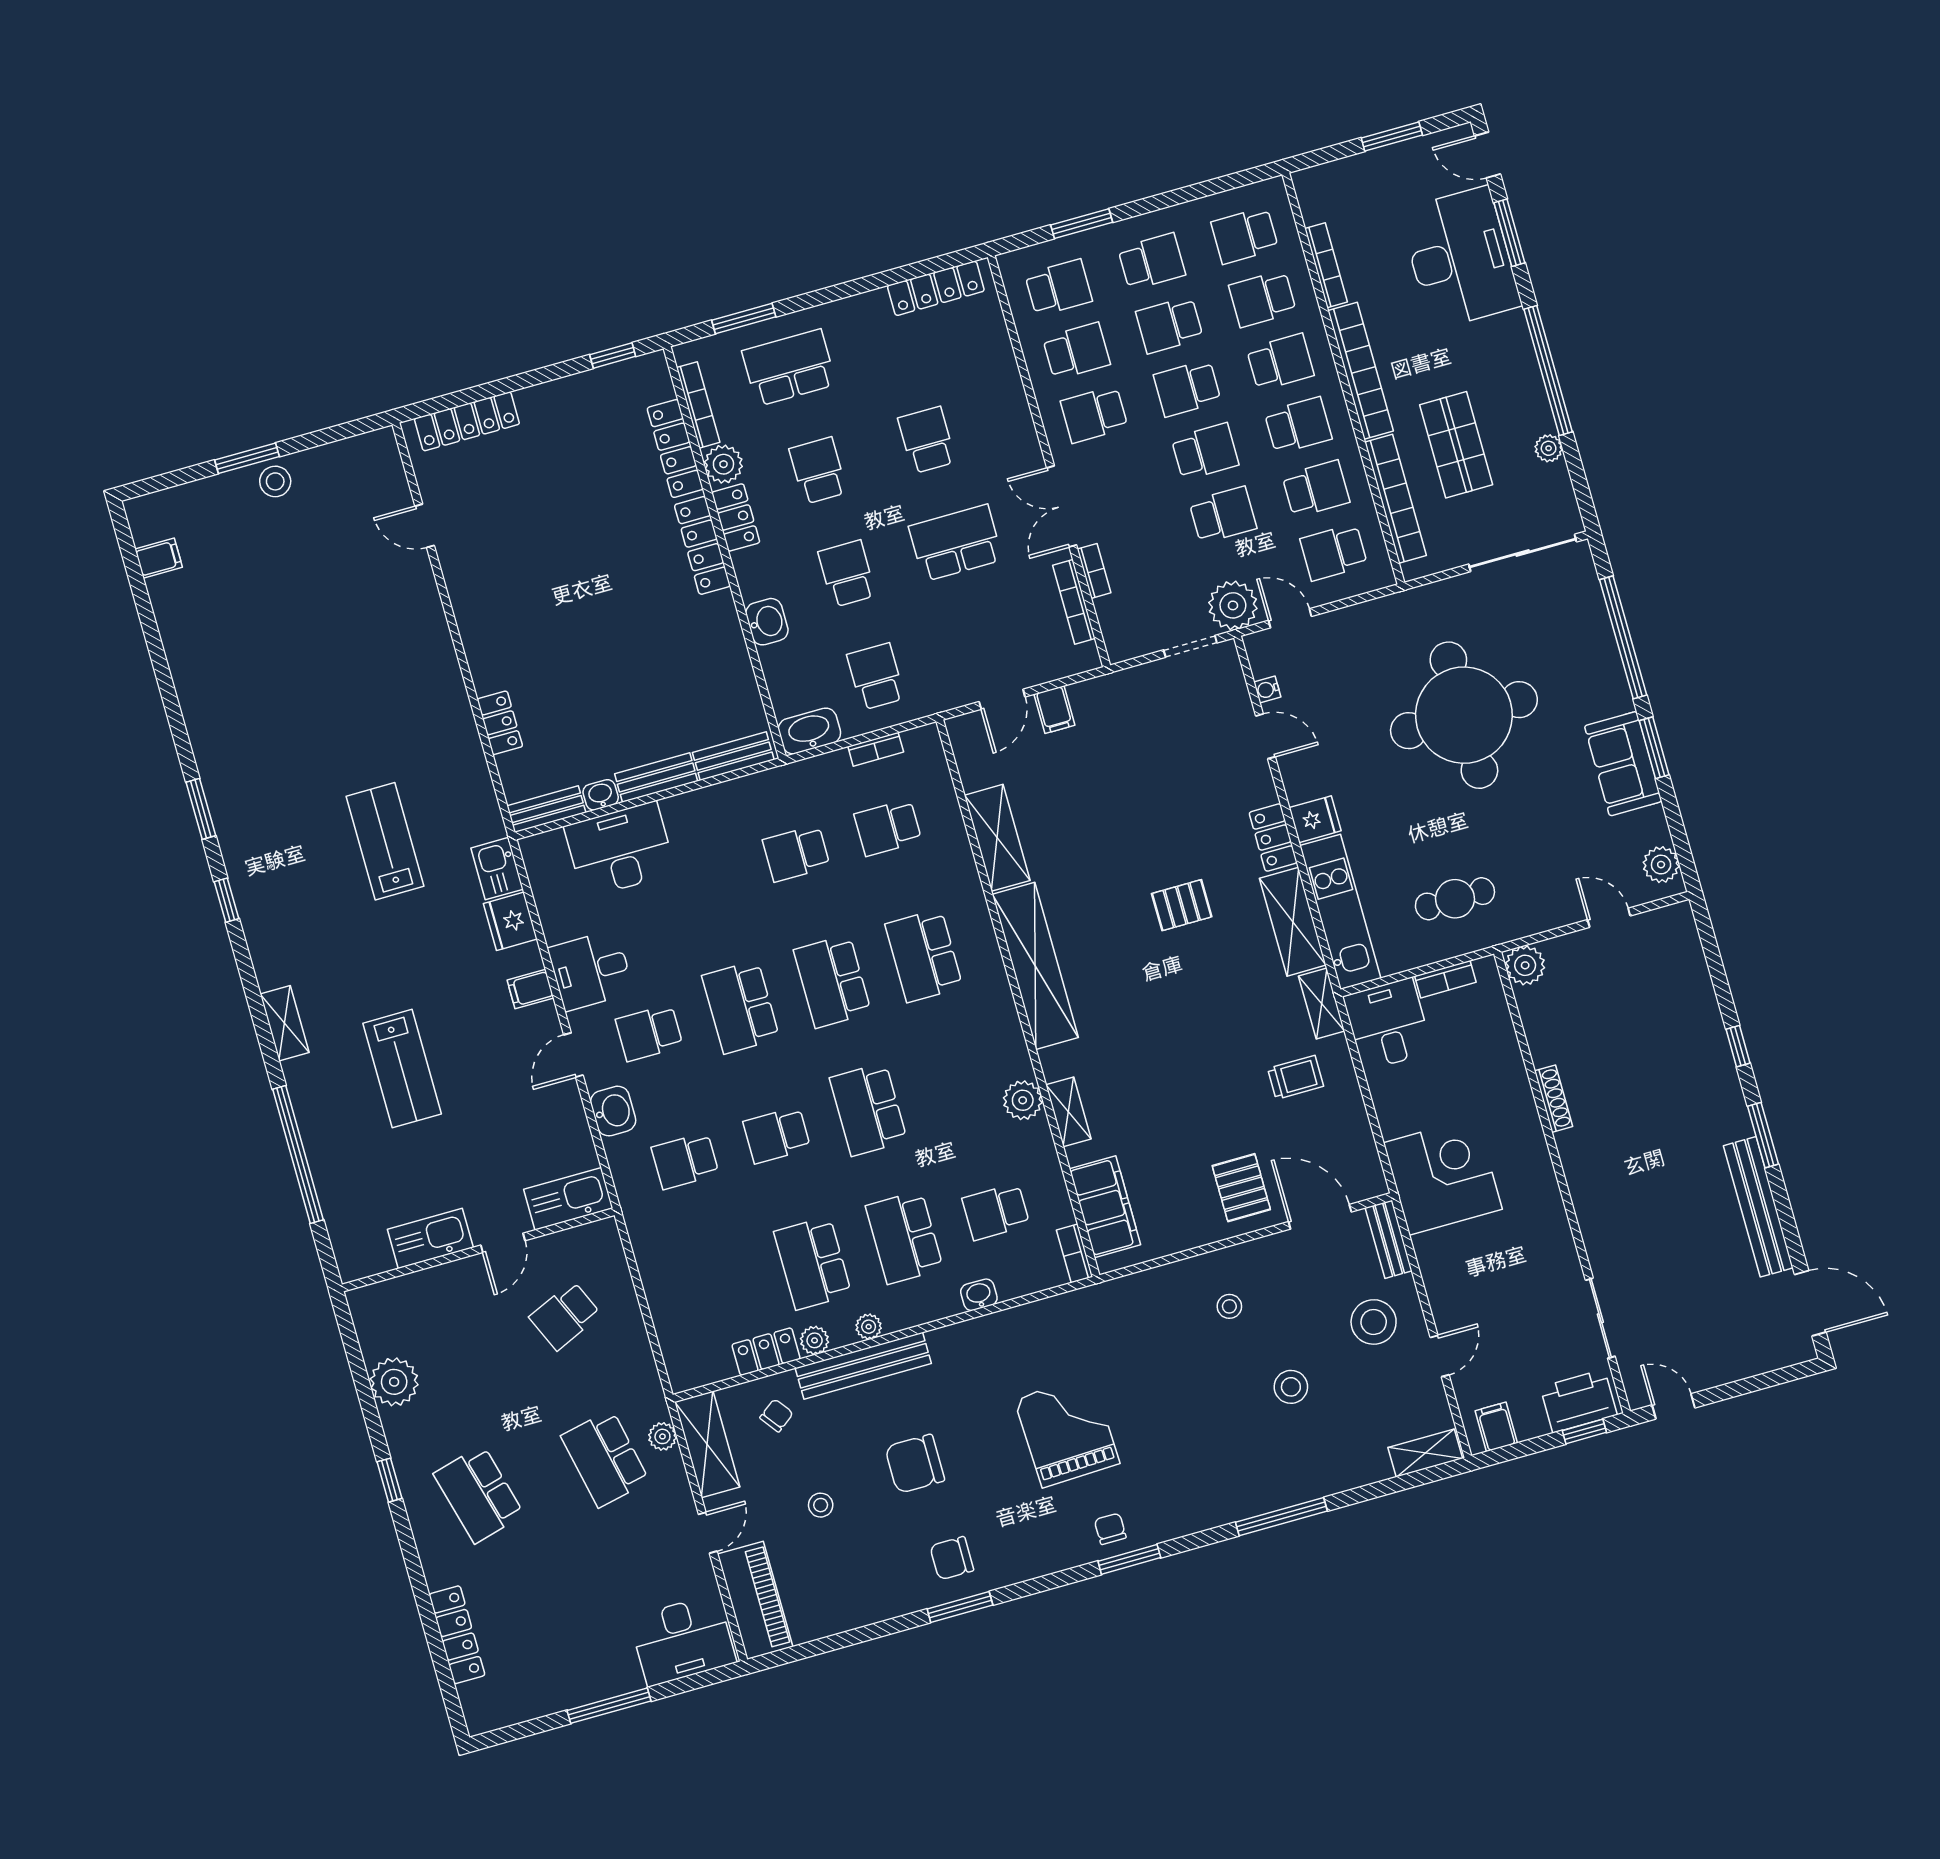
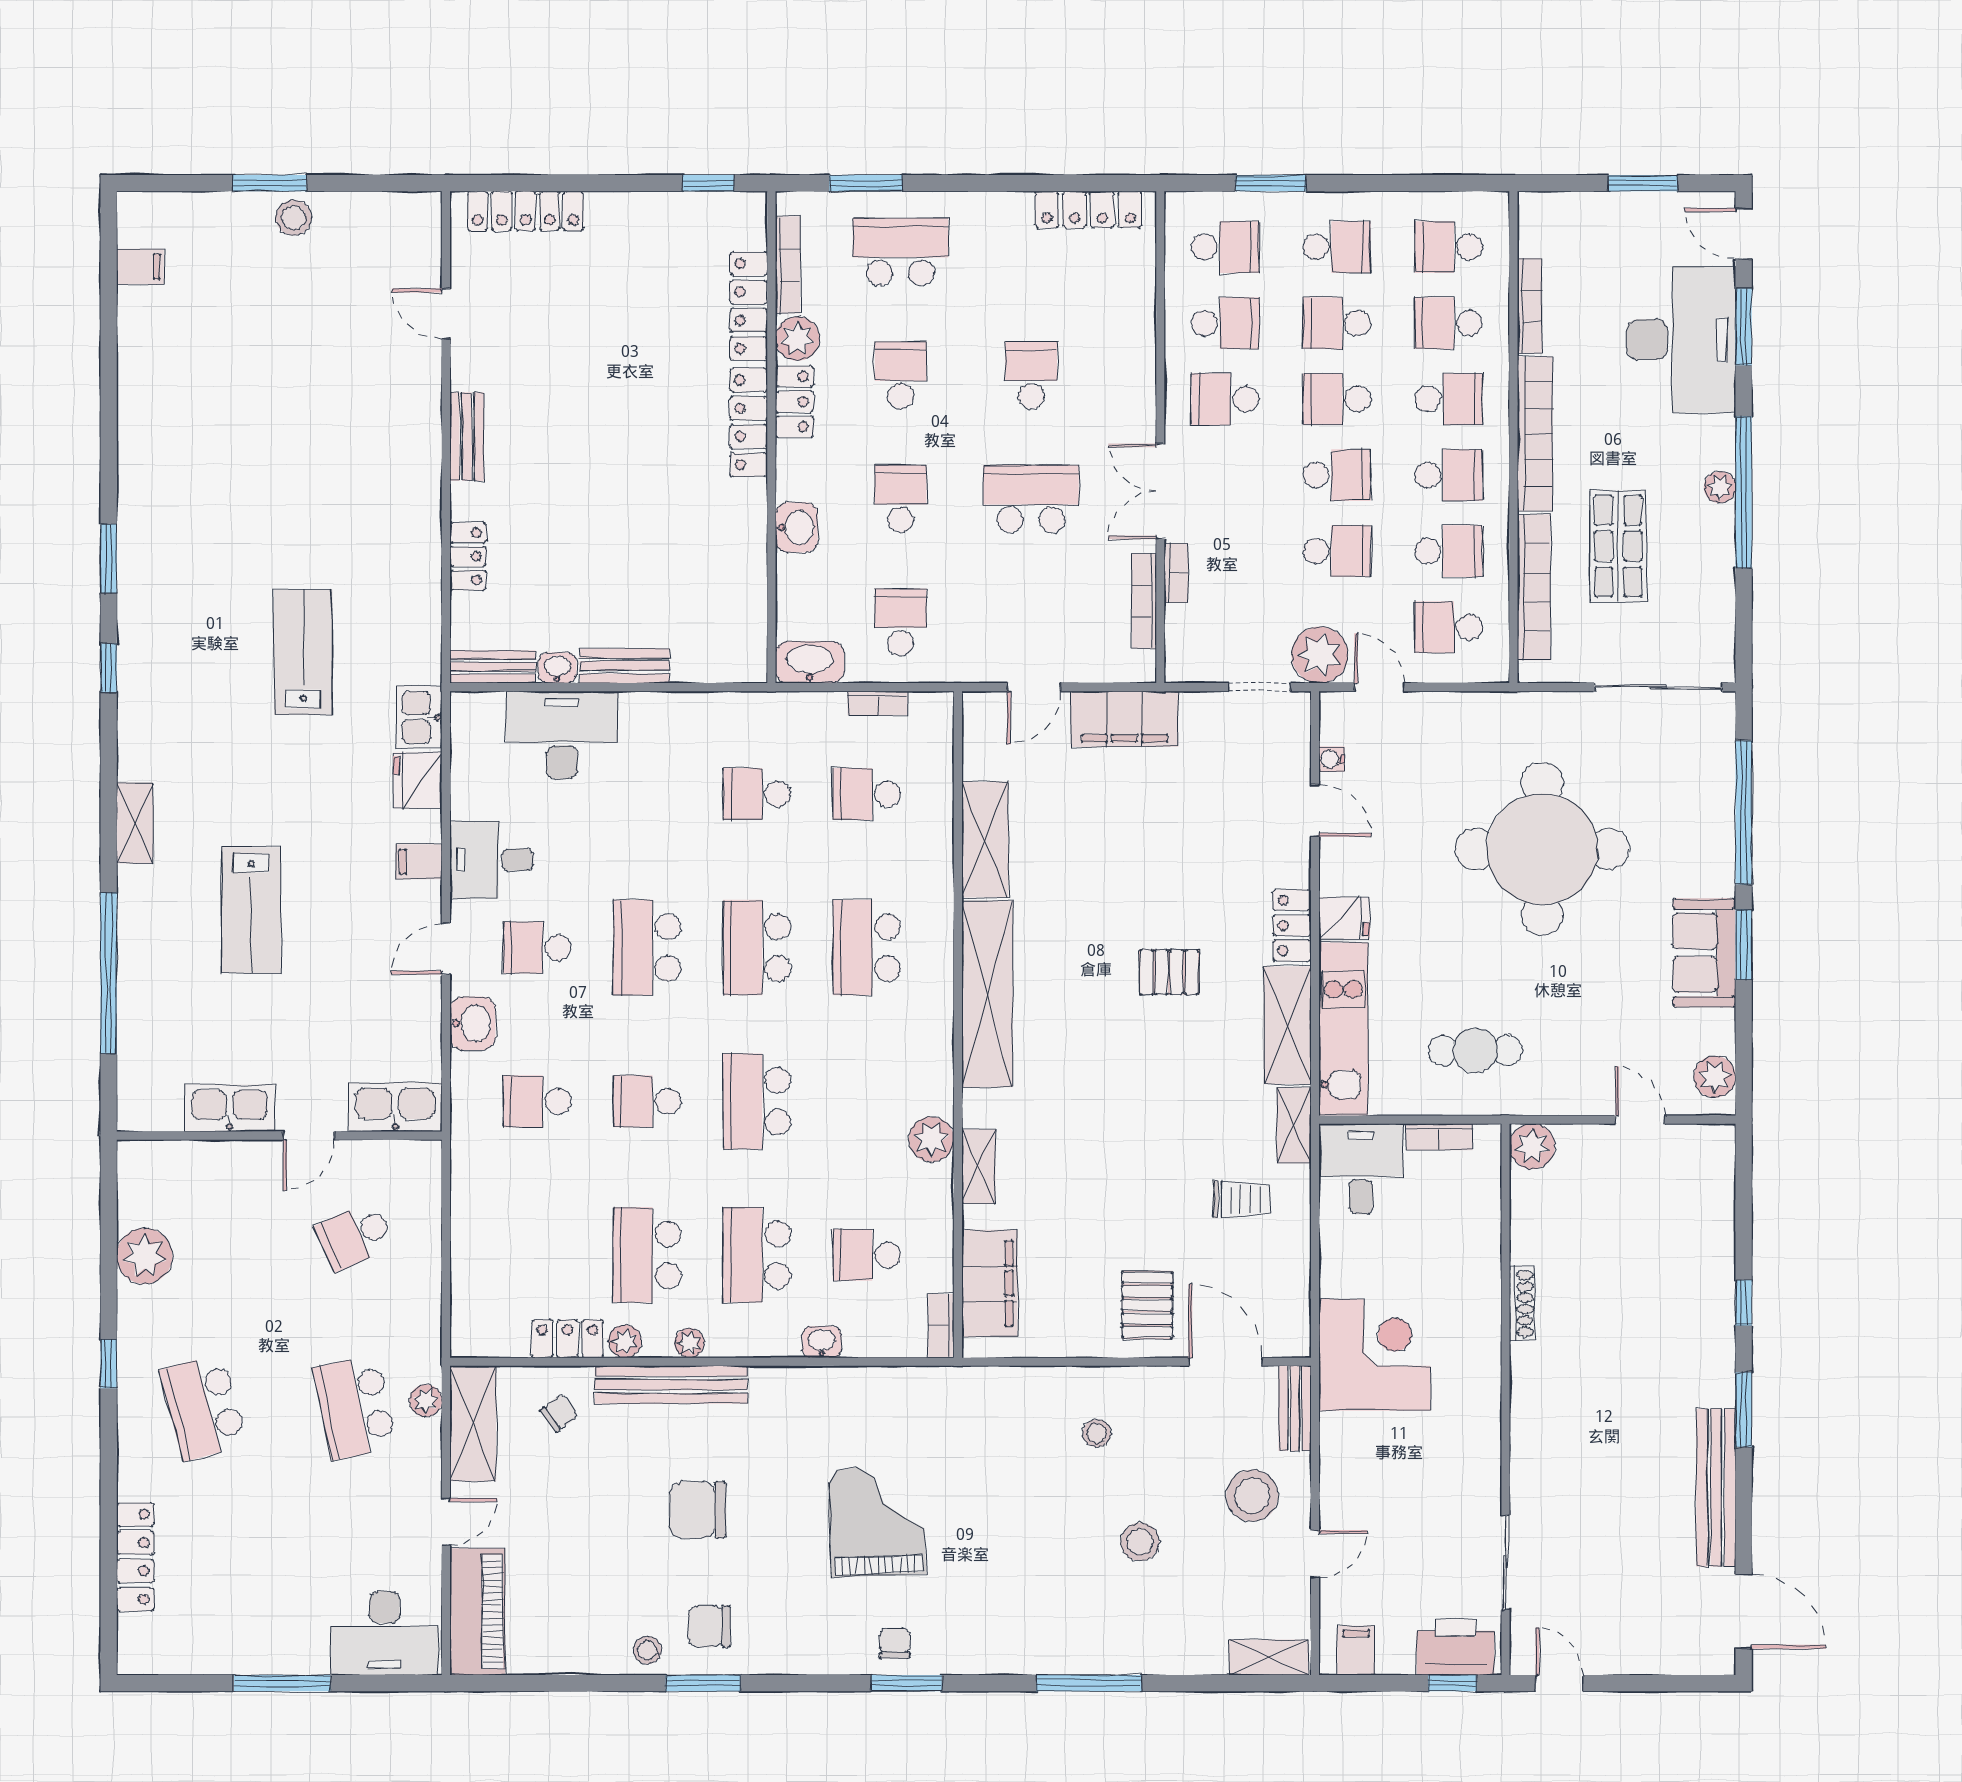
plant: (1549, 448) -> (1720, 487), moved
filing cabinet: (1054, 710) -> (1125, 719), width x3.00, depth x1.17
bench: (733, 756) -> (467, 437), moved, turned 90
stool: (821, 1505) -> (647, 1650), moved

